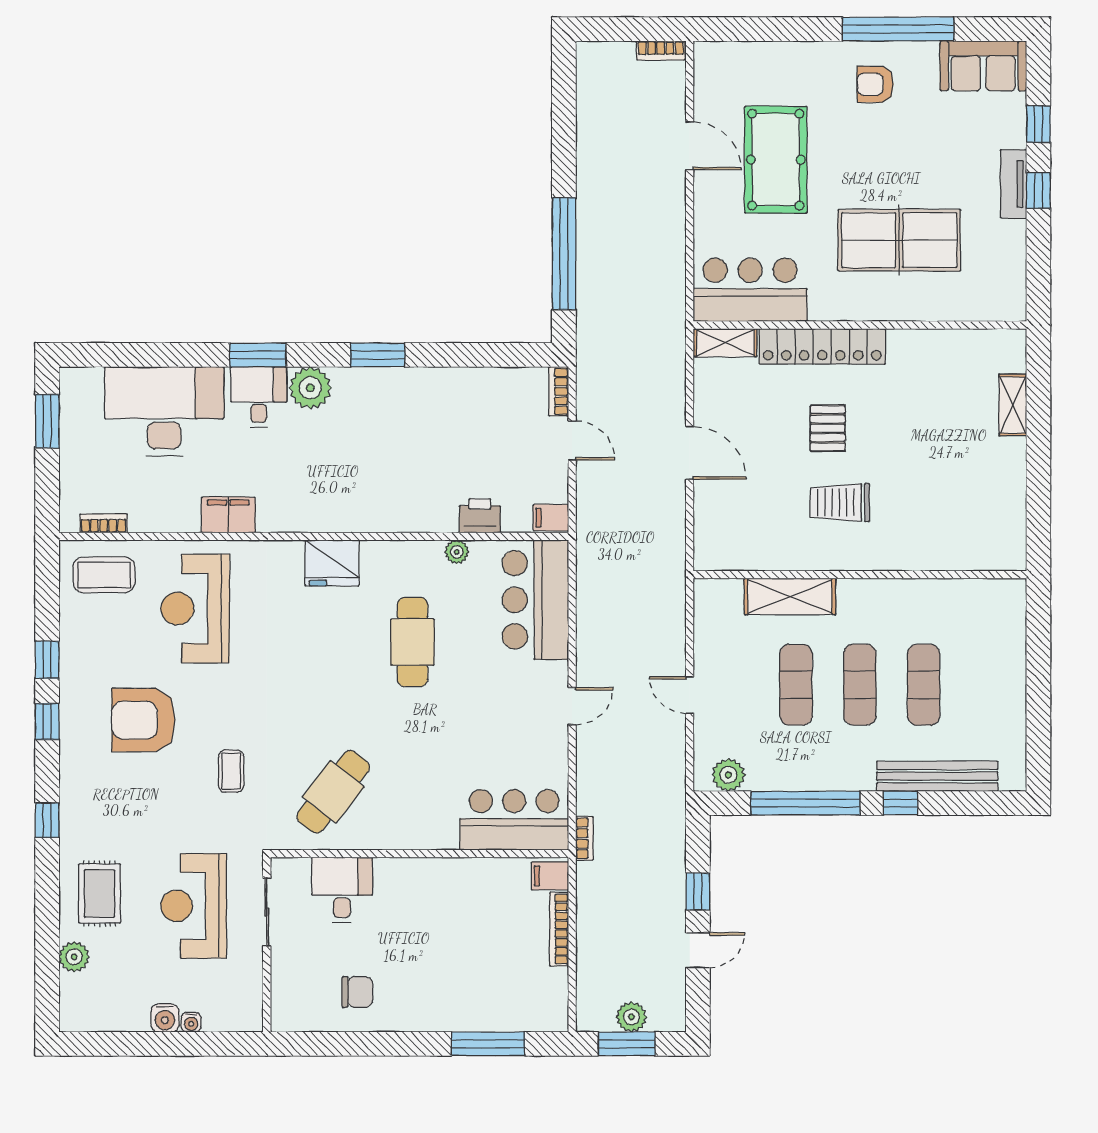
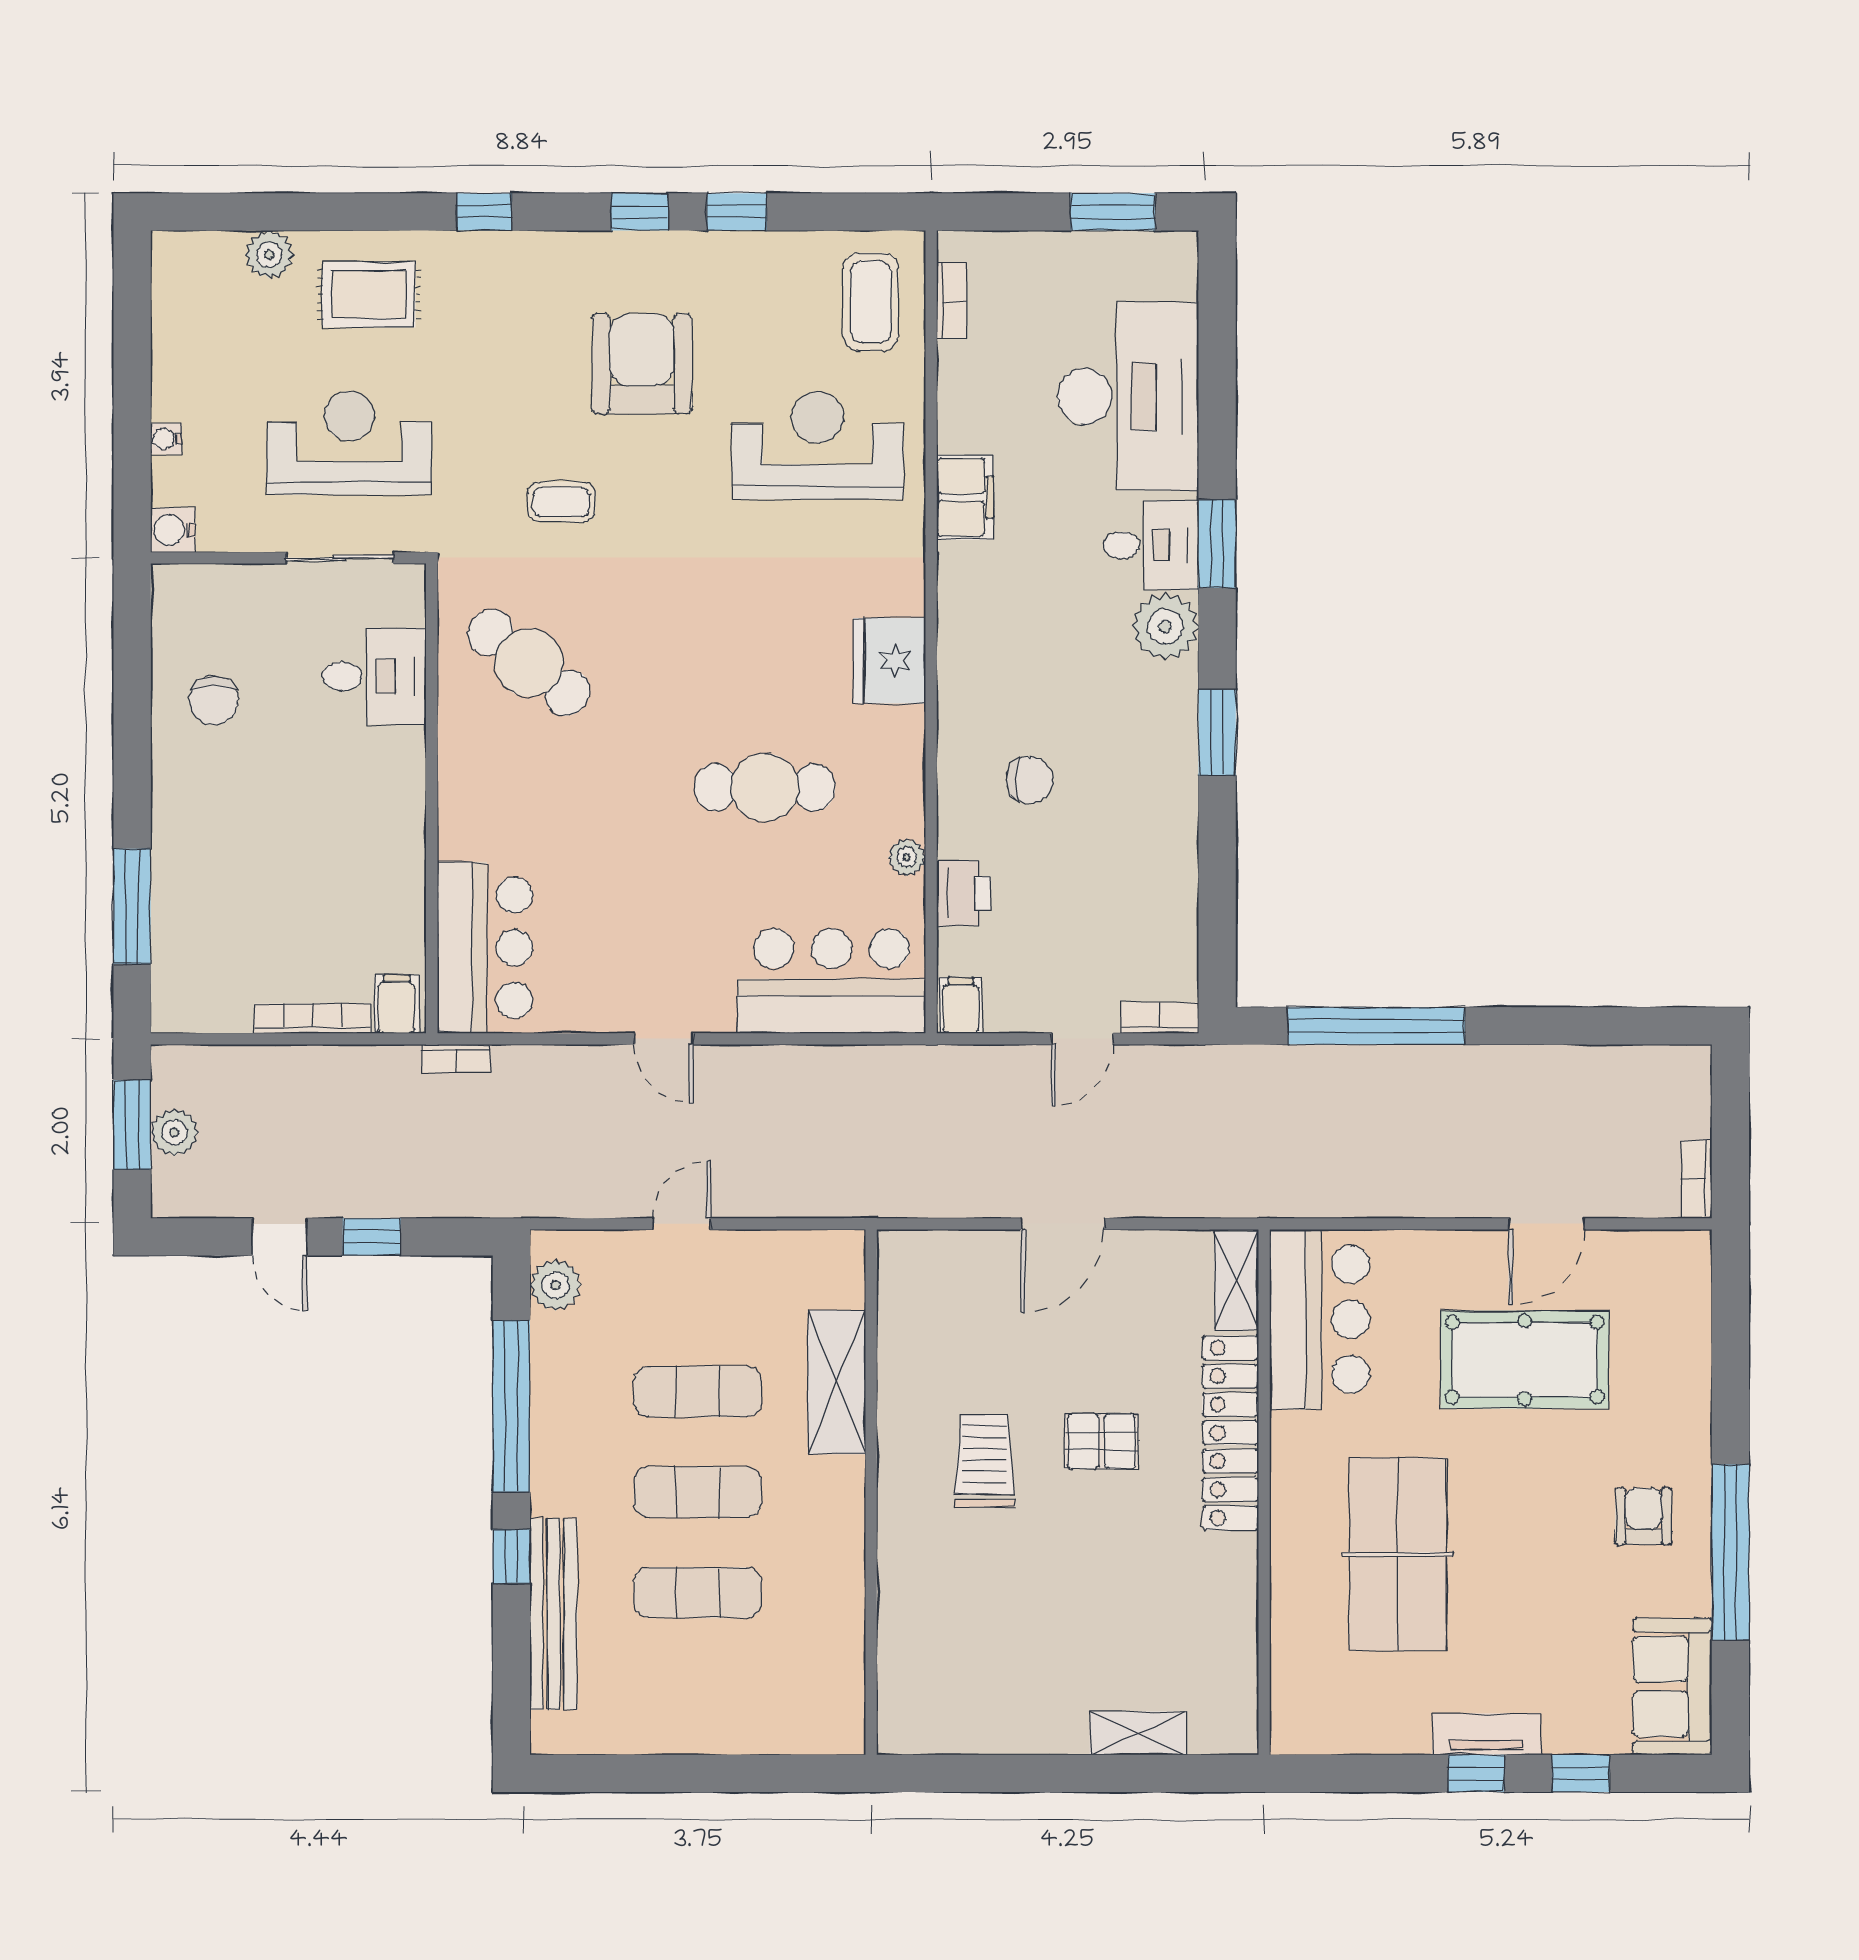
chair: (408, 474) -> (1030, 780), added
water cooler: (165, 1018) -> (173, 530), moved

